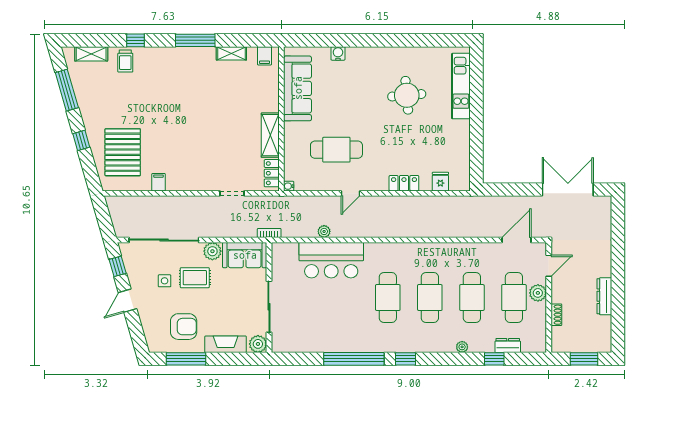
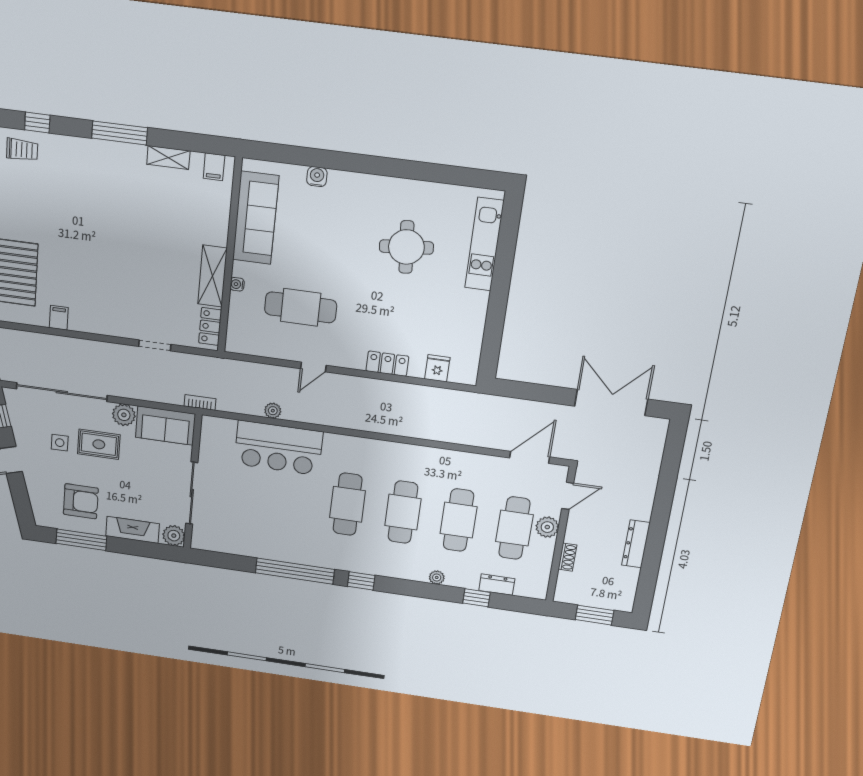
trolley: (125, 61) -> (22, 150), turned -90
water cooler: (289, 186) -> (237, 284), moved

